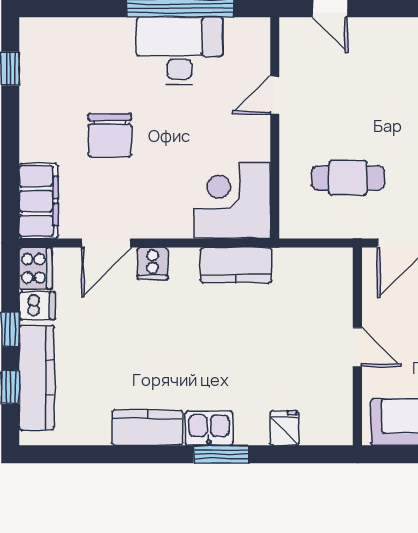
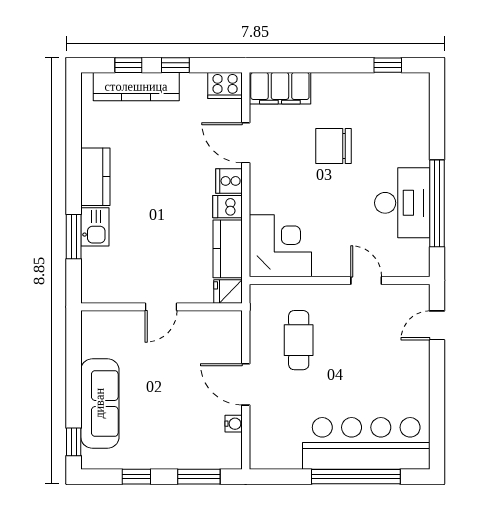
dishwasher: (37, 306) -> (227, 207), moved, turned 90
wall: (357, 346) -> (161, 307), moved
door: (357, 347) -> (161, 307), moved
fridge: (284, 428) -> (228, 291), moved, turned 180

